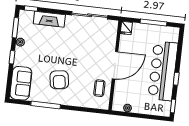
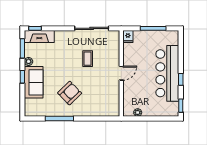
fireplace: (49, 19) -> (39, 37), moved
door: (115, 65) -> (121, 73), width x0.53
armchair: (59, 80) -> (70, 93), turned -126
sofa: (21, 83) -> (34, 82), moved
coffee table: (99, 88) -> (88, 59), moved

